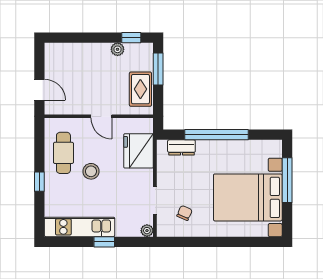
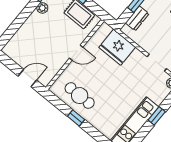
stool: (91, 171) -> (105, 88), removed
window: (39, 182) -> (76, 118), moved

